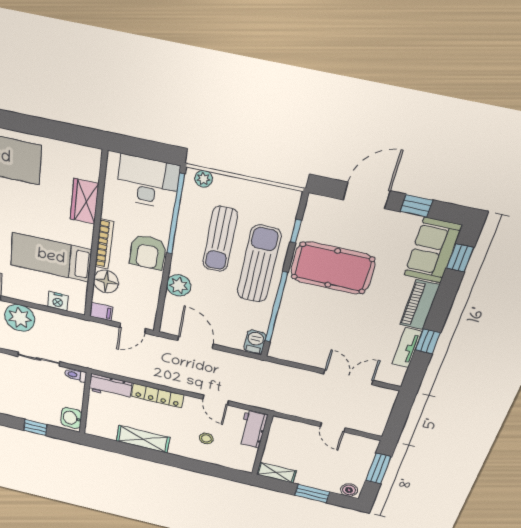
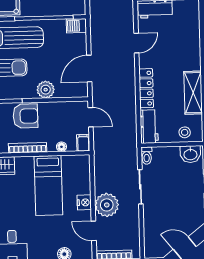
floor lamp: (106, 282) -> (61, 147), width x0.53, depth x0.53
nightstand: (58, 301) -> (84, 202), moved
stool: (206, 438) -> (185, 132), moved

